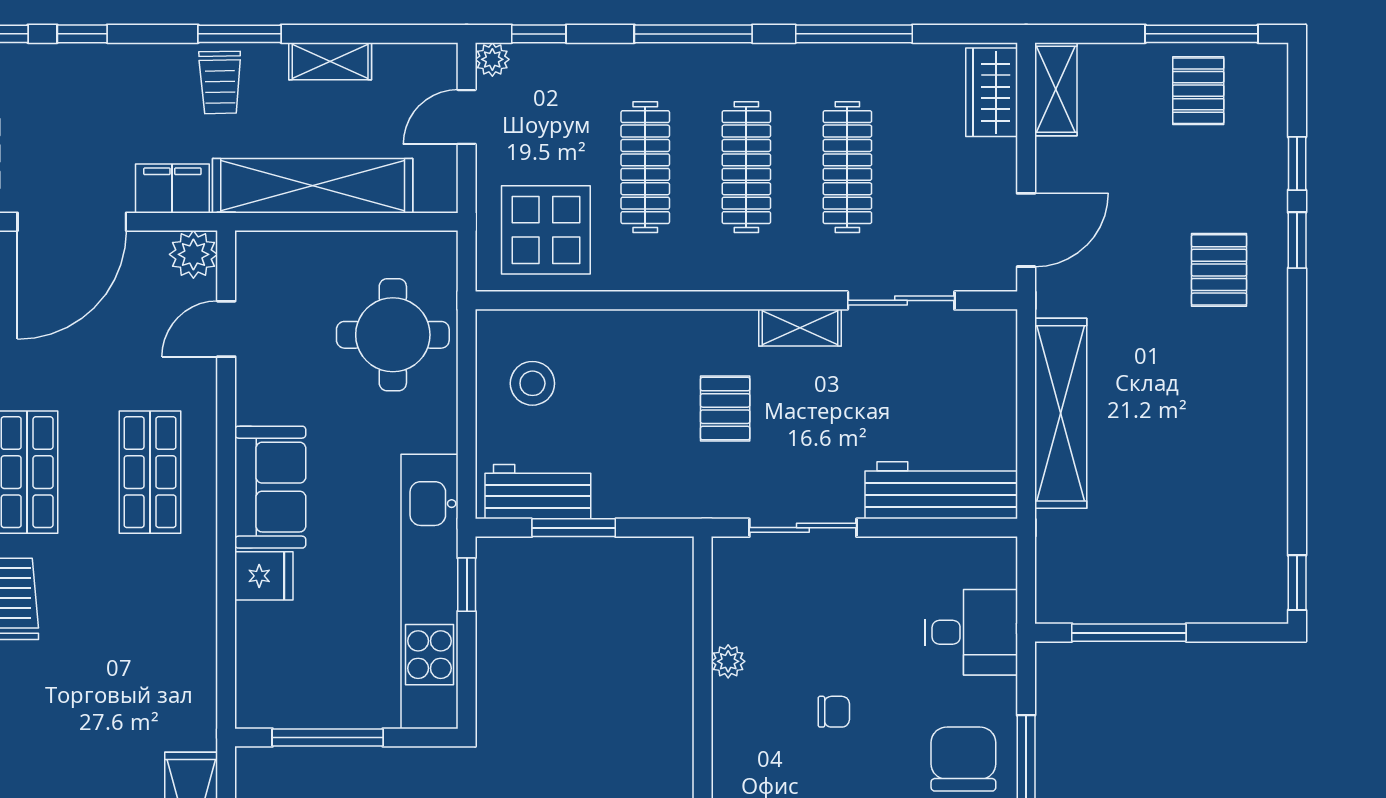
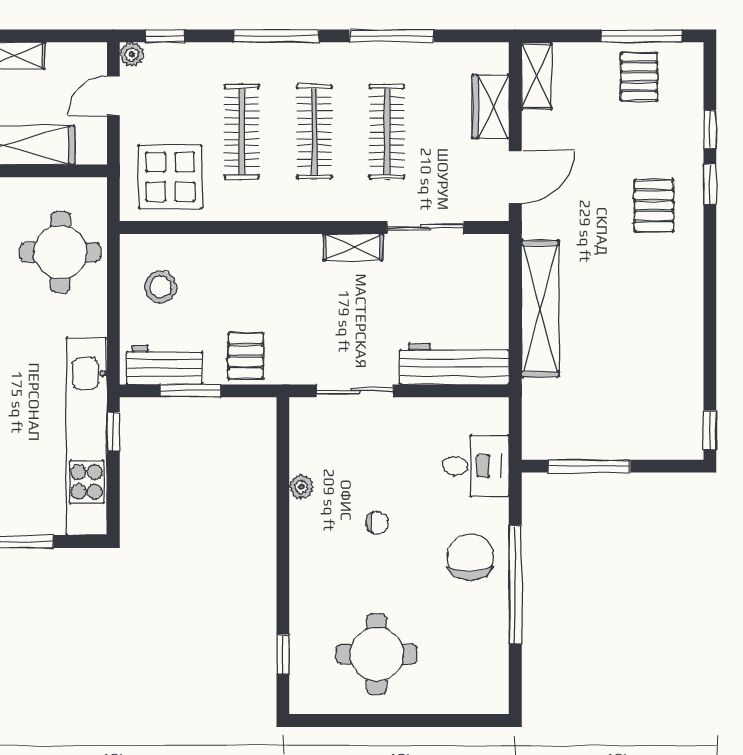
wardrobe: (992, 92) -> (490, 107), moved
pallet: (725, 409) -> (246, 356), moved

